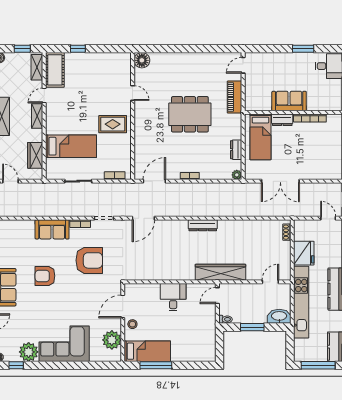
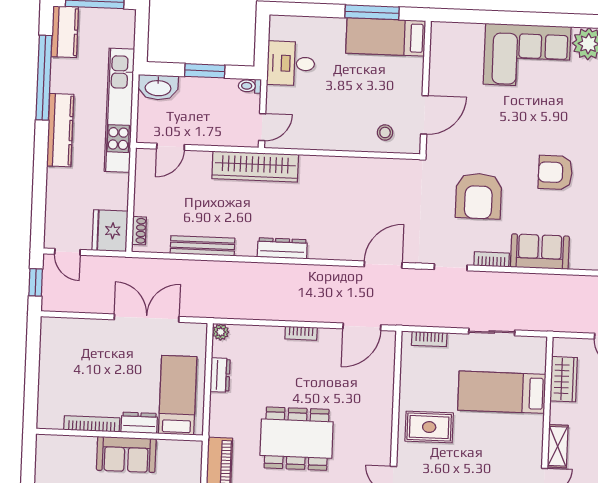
bench: (249, 225) -> (203, 246), added
fridge: (304, 253) -> (110, 231), moved
armchair: (89, 260) -> (479, 196), turned -90
armchair: (45, 276) -> (555, 172), turned 180
desk: (173, 297) -> (291, 63), moved, turned 90
stool: (132, 324) -> (385, 132), moved
plant: (112, 340) -> (445, 59), removed

